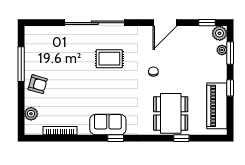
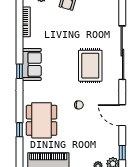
rug: (109, 59) -> (90, 66), width x1.36, depth x1.43
dining table: (171, 113) -> (42, 120), turned 90

